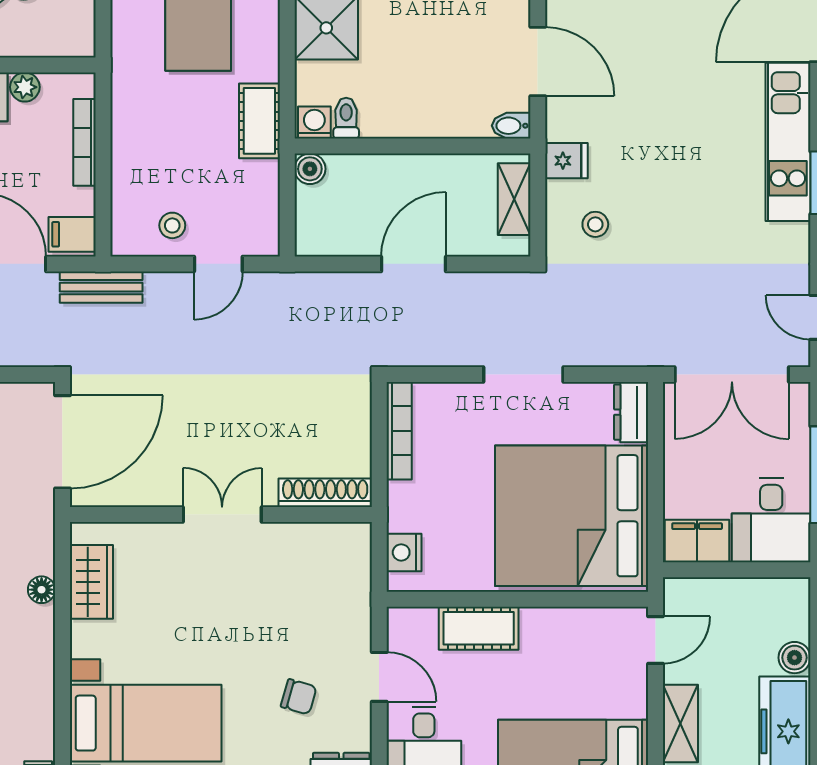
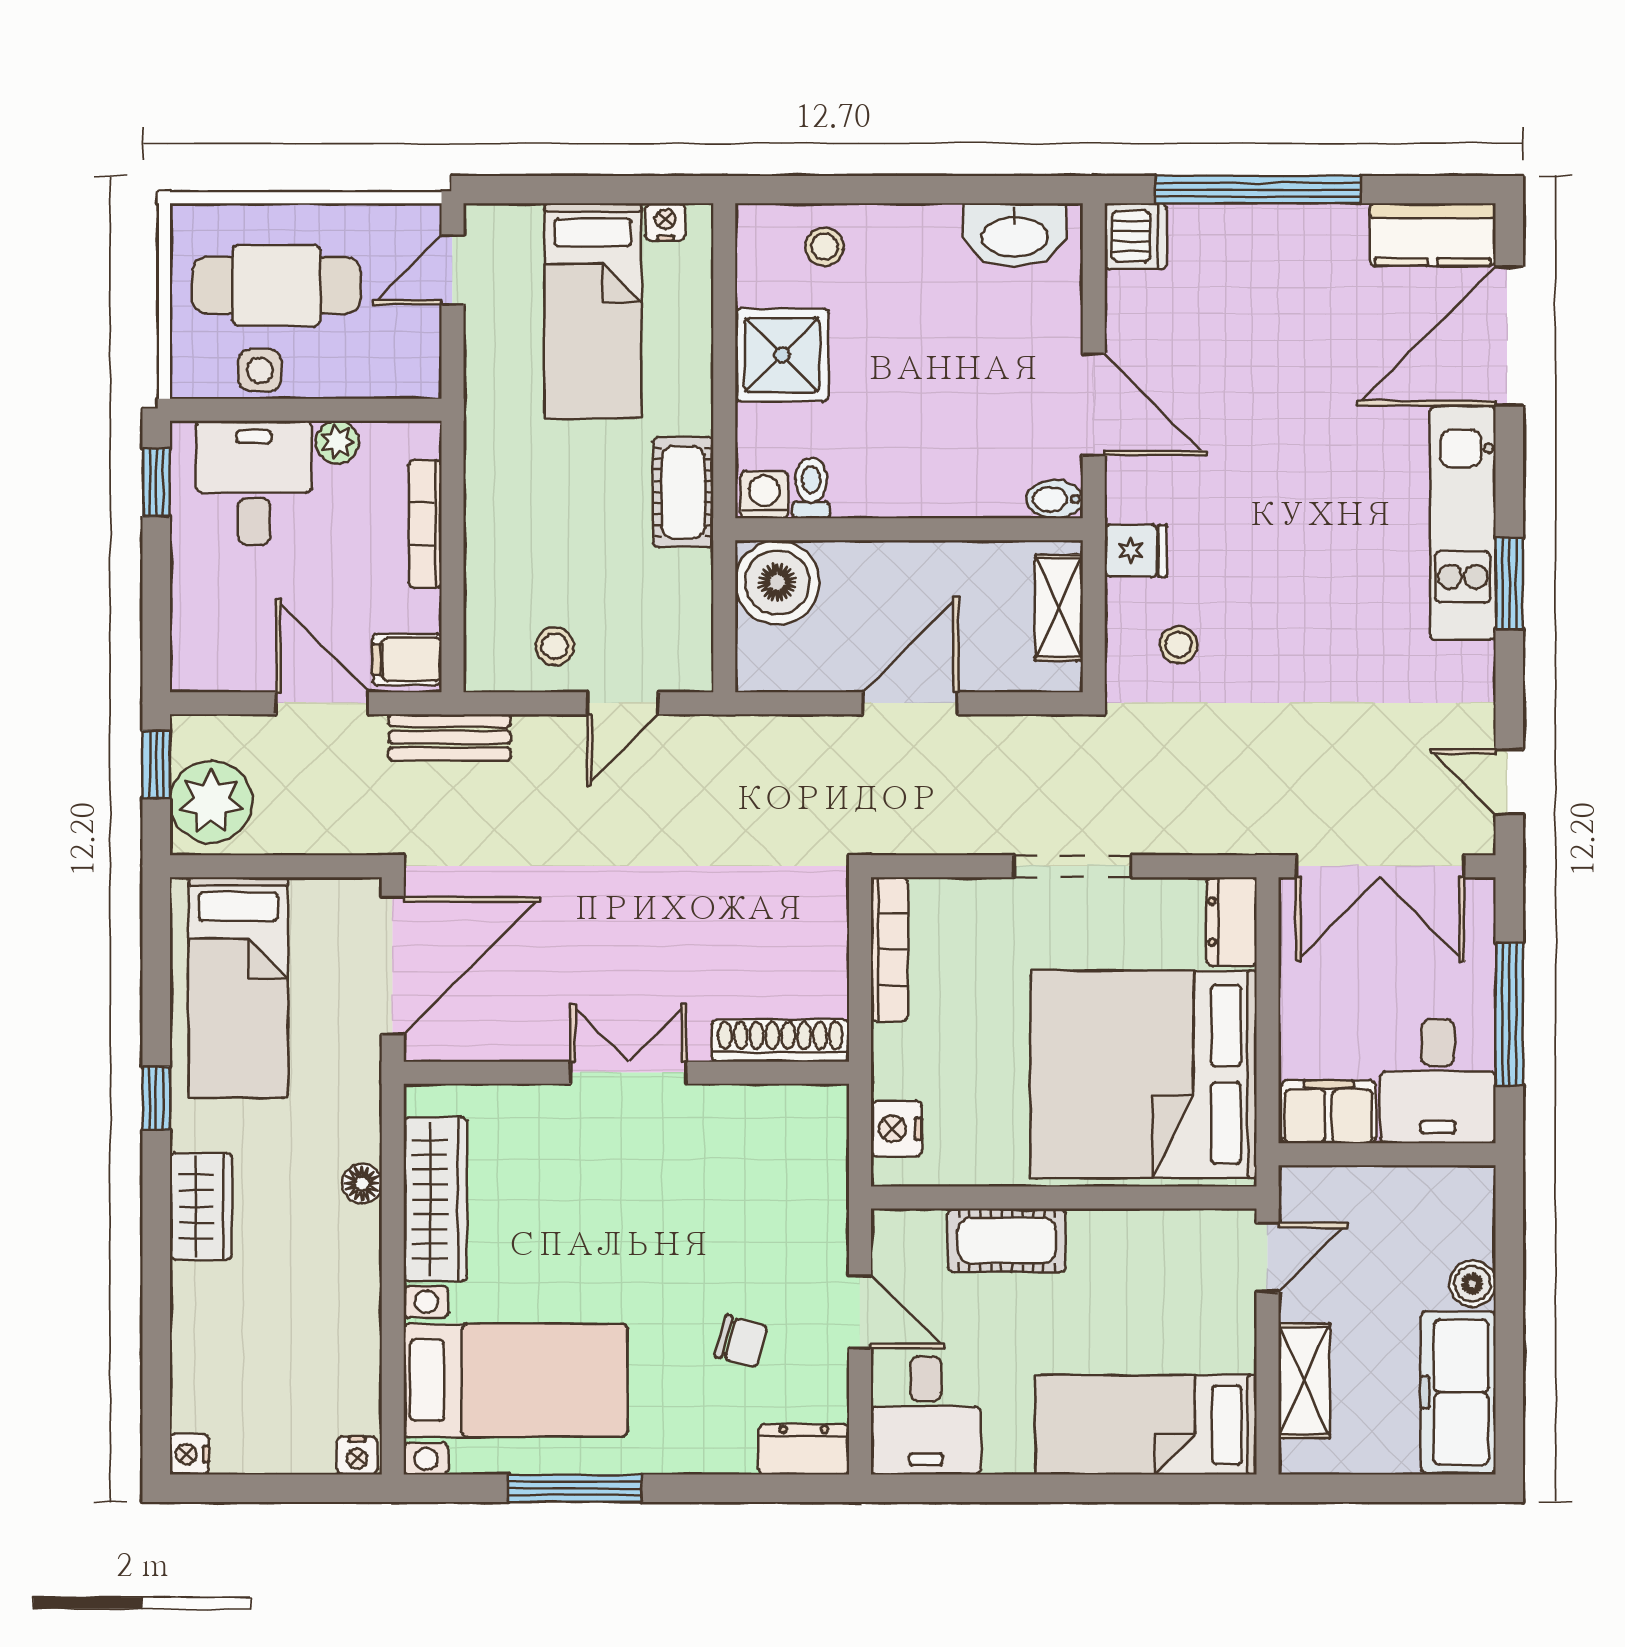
boiler: (310, 169) -> (777, 582), width x1.86, depth x1.86
wardrobe: (91, 582) -> (435, 1199), width x1.50

